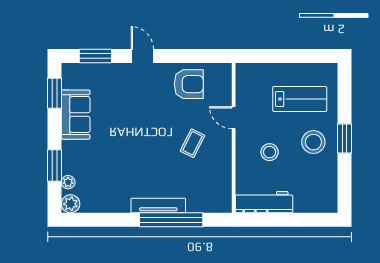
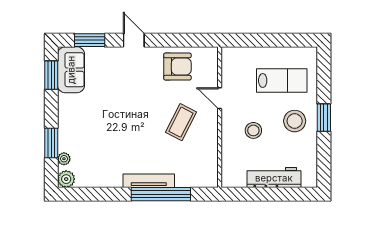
sofa: (76, 115) -> (71, 70), moved
coffee table: (192, 143) -> (181, 122), width x1.36, depth x1.30
workbench: (264, 202) -> (274, 178), moved

